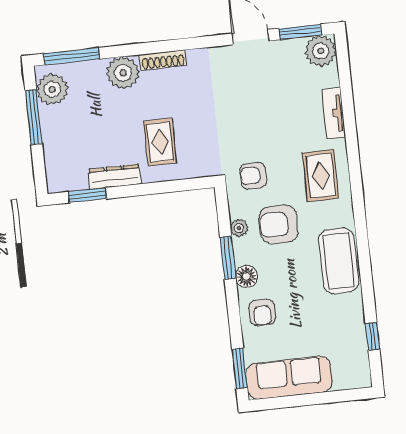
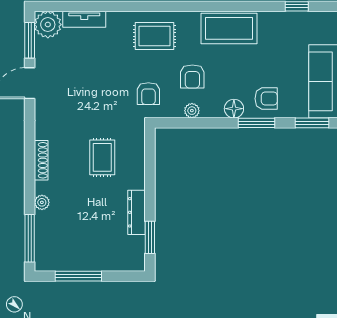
plant: (123, 73) -> (42, 202), width x0.53, depth x0.53
plant: (52, 89) -> (56, 258), removed
tv unit: (334, 113) -> (84, 19), moved
rug: (160, 142) -> (102, 157), moved, turned 90
armchair: (279, 224) -> (192, 76), width x0.72, depth x0.72
window: (228, 258) -> (257, 123), moved

